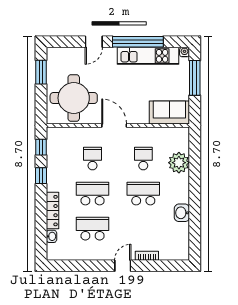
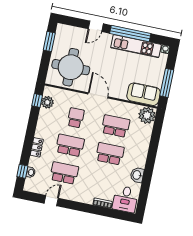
window: (195, 78) -> (167, 83), moved
plant: (54, 147) -> (47, 102), added
school desk: (143, 159) -> (116, 126), width x1.85
plant: (179, 163) -> (147, 115), moved
window: (41, 176) -> (22, 171), moved
locker: (52, 211) -> (37, 147), width x0.66
desk: (174, 245) -> (125, 199), added
door: (123, 266) -> (51, 201), moved

